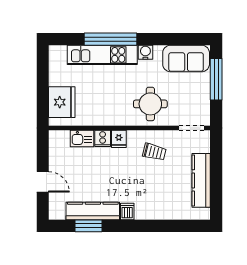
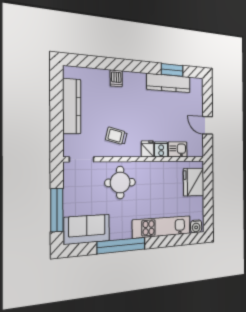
window: (111, 39) -> (121, 245), moved
water cooler: (145, 52) -> (196, 226), moved
door: (43, 182) -> (208, 125), moved
dishwasher: (127, 211) -> (116, 78), moved

